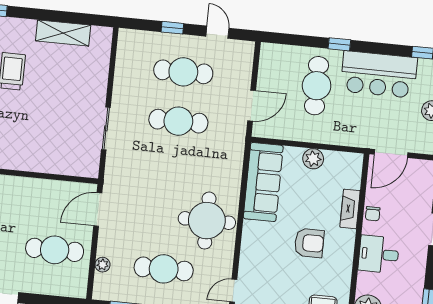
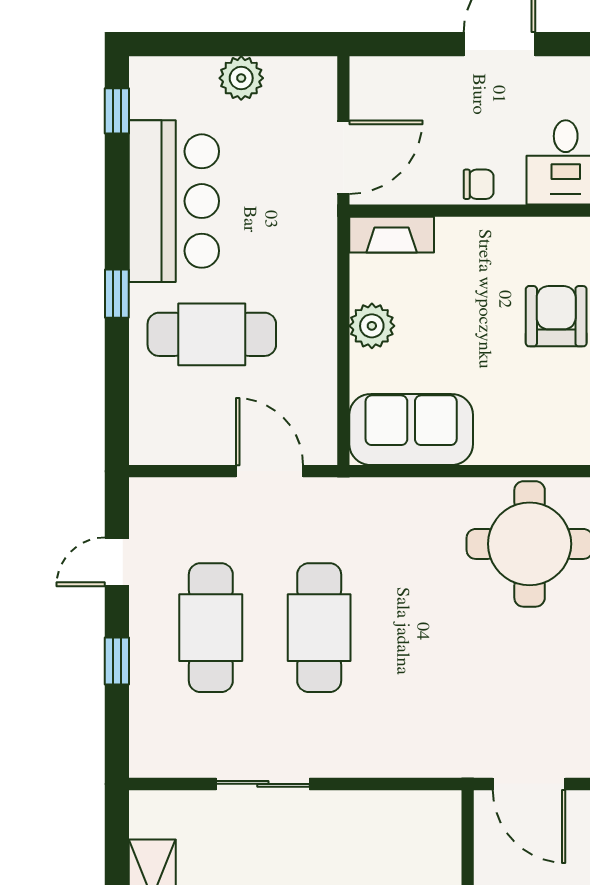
sliding door: (106, 128) -> (263, 784), moved
door: (391, 153) -> (343, 157), hinge flipped
sofa: (263, 182) -> (411, 430), width x0.73
fireplace: (350, 209) -> (392, 235), moved

